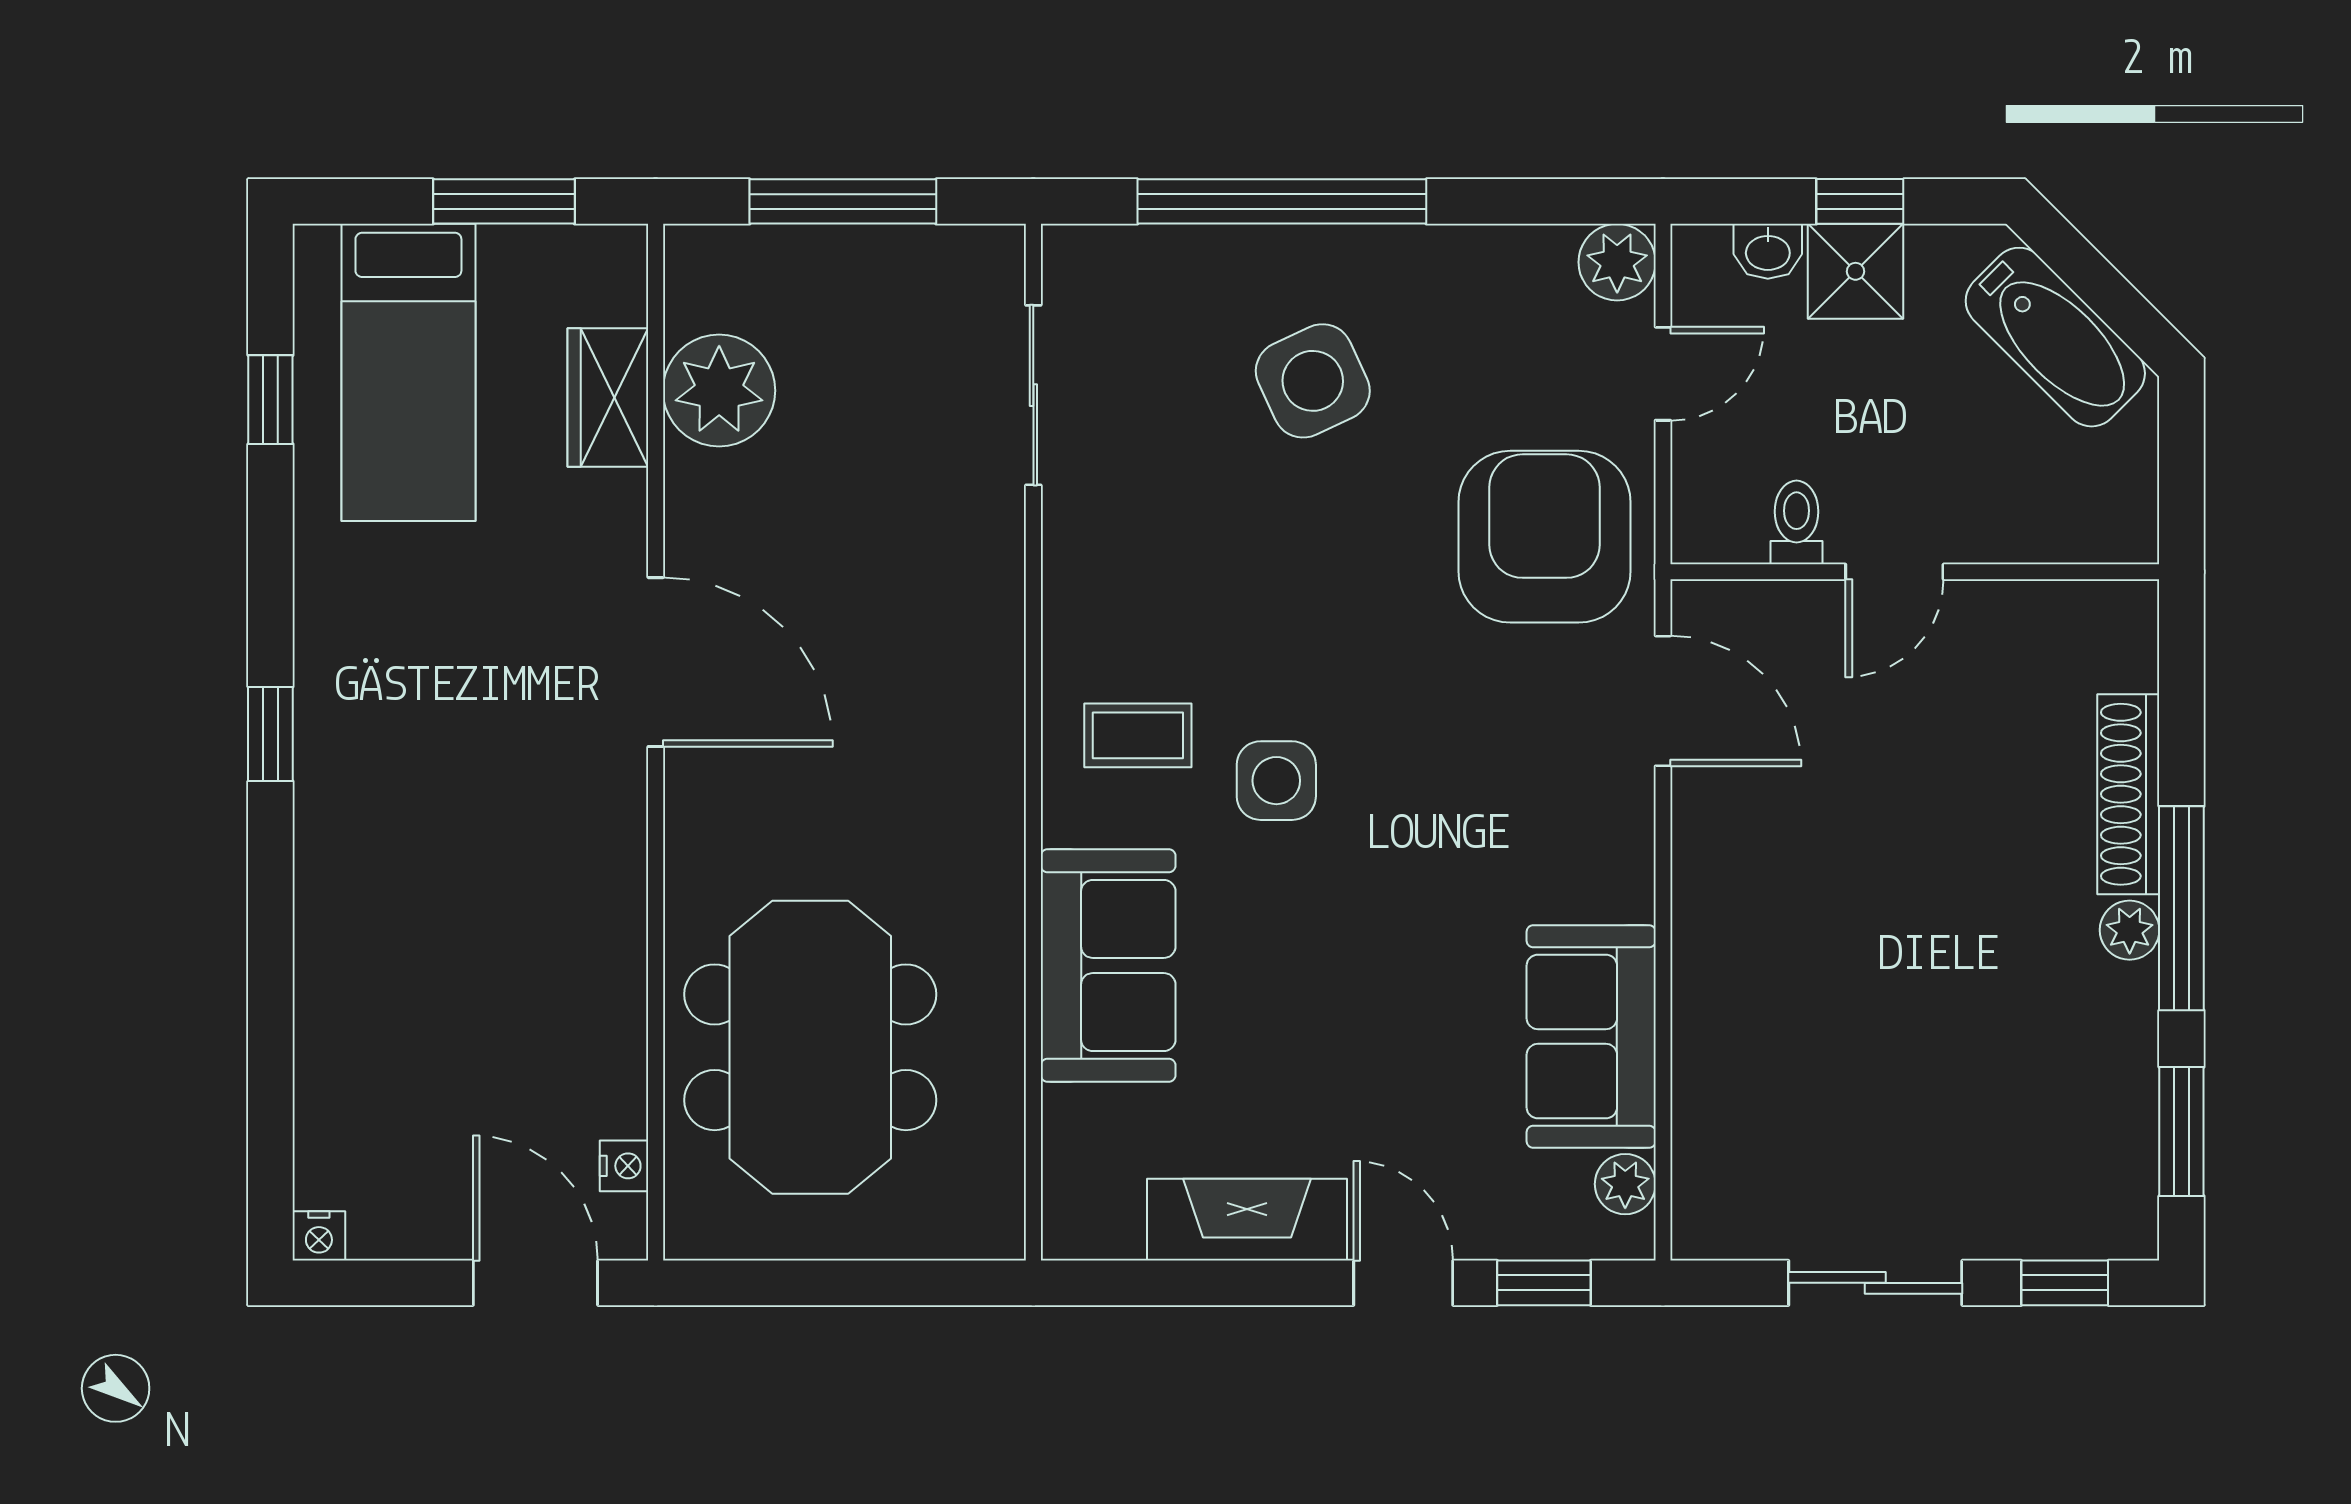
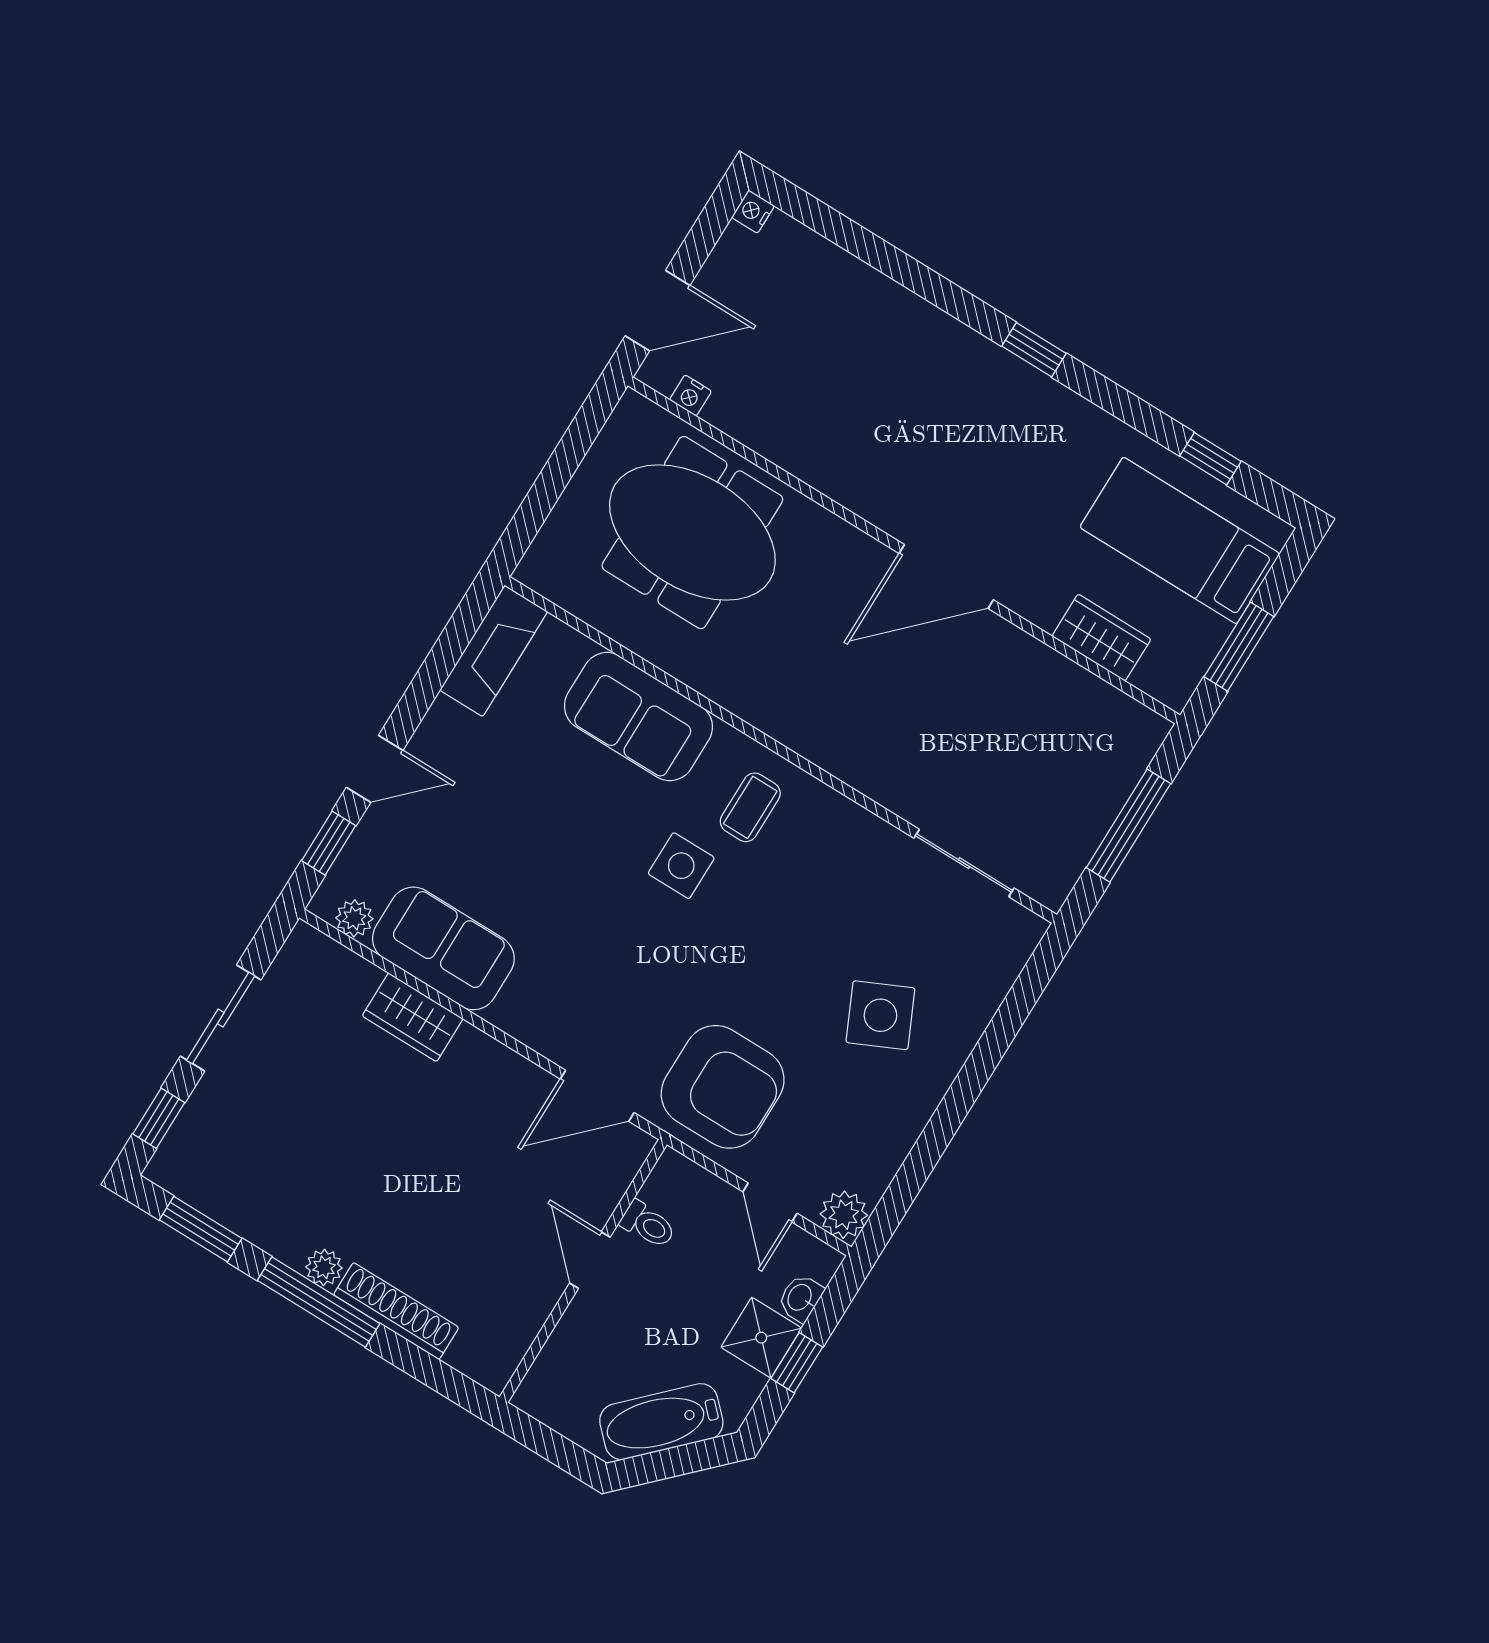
window: (1282, 201) -> (985, 1057), removed
plant: (719, 391) -> (1069, 699), removed
wardrobe: (1711, 1020) -> (413, 1017), added
fireplace: (1247, 1220) -> (494, 651), moved

